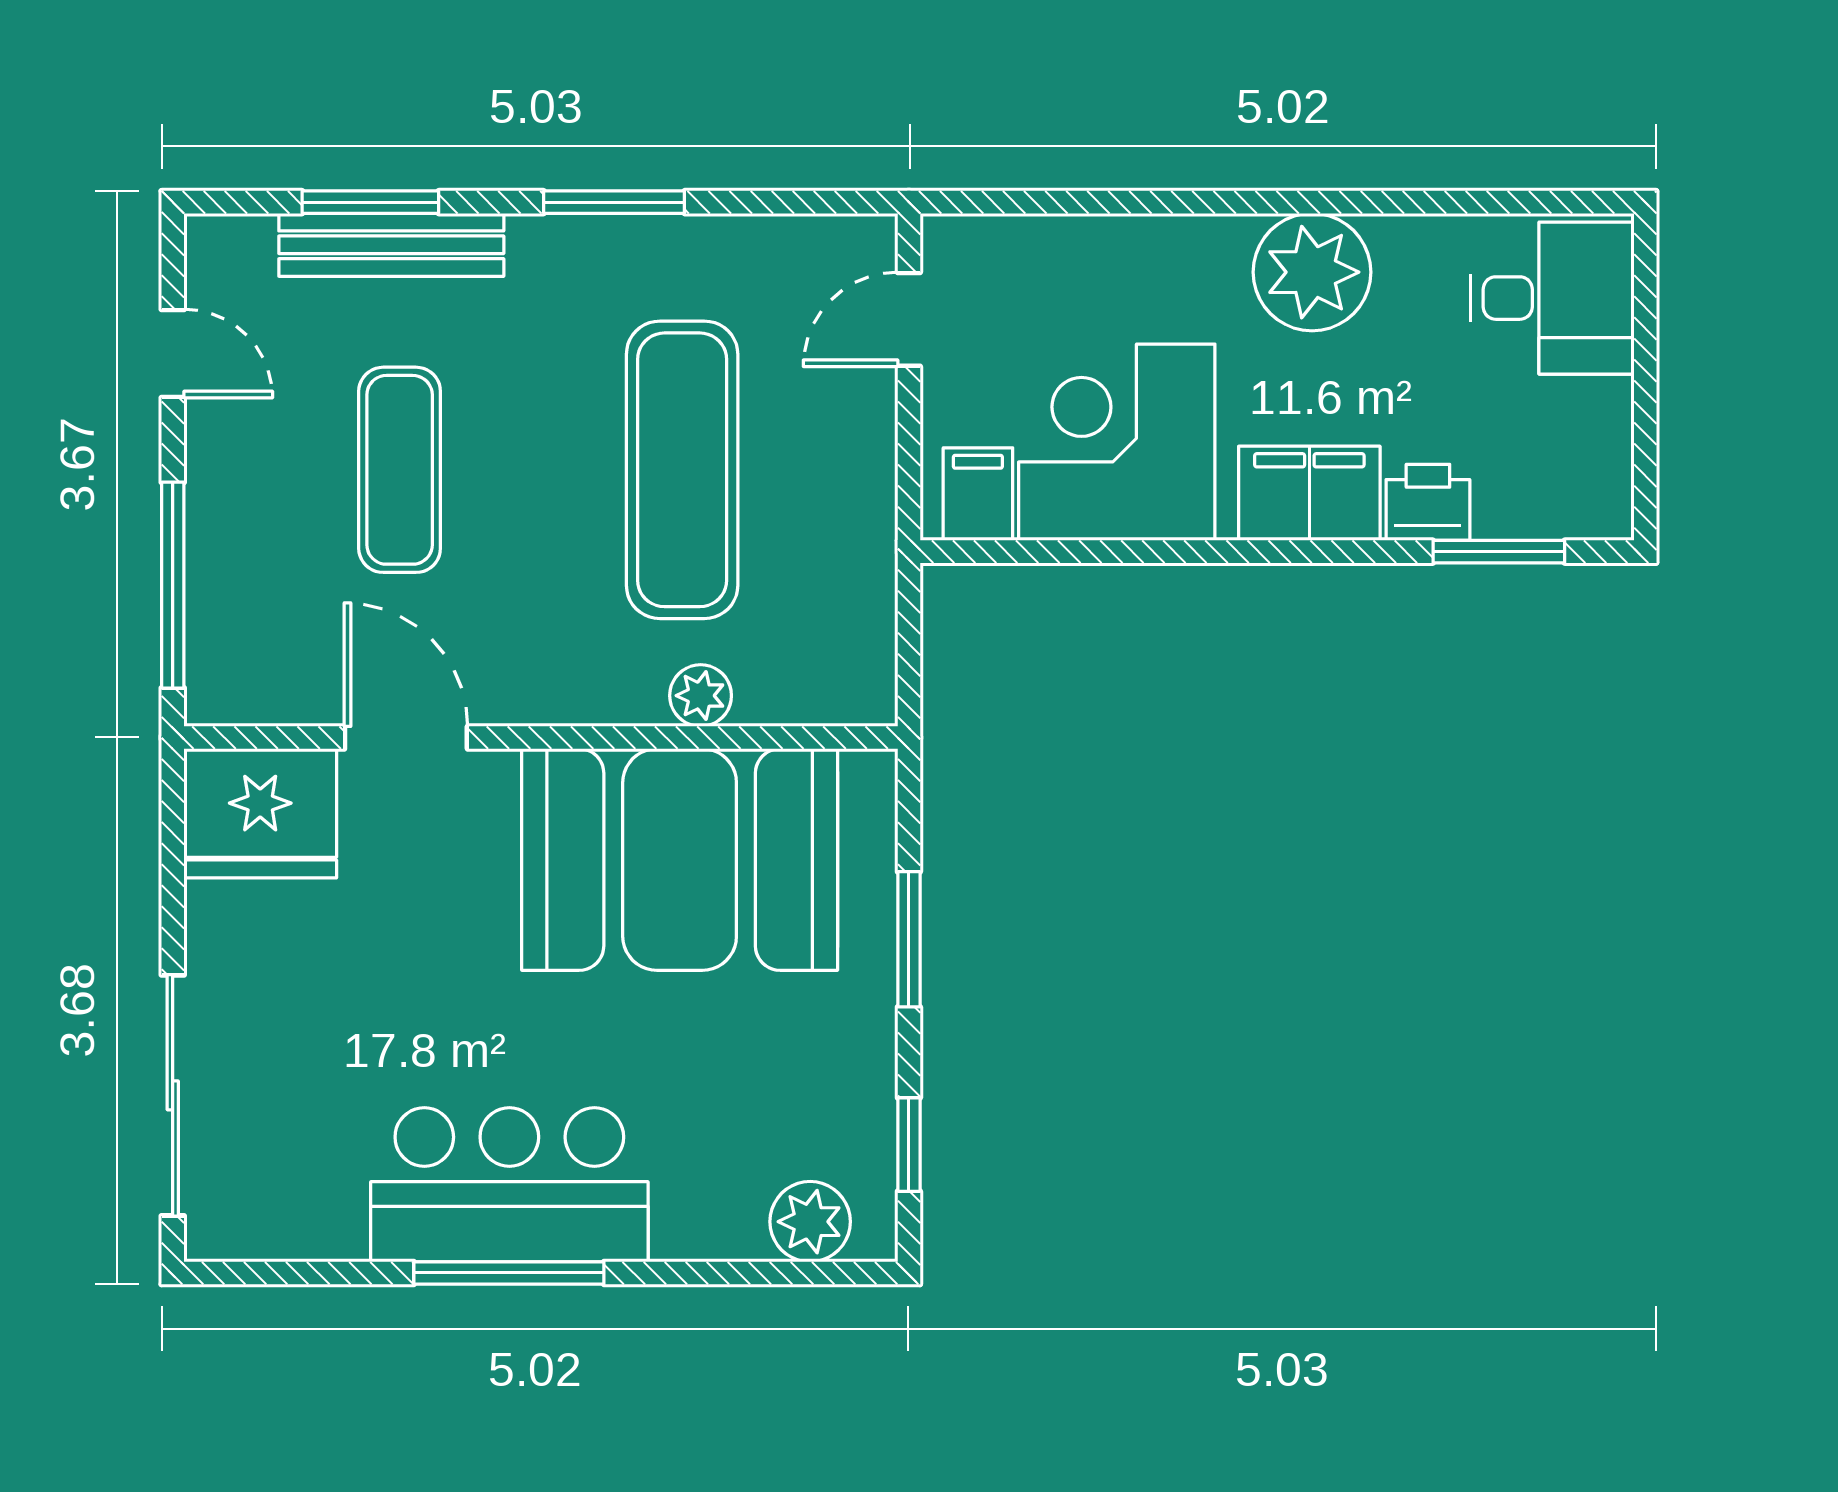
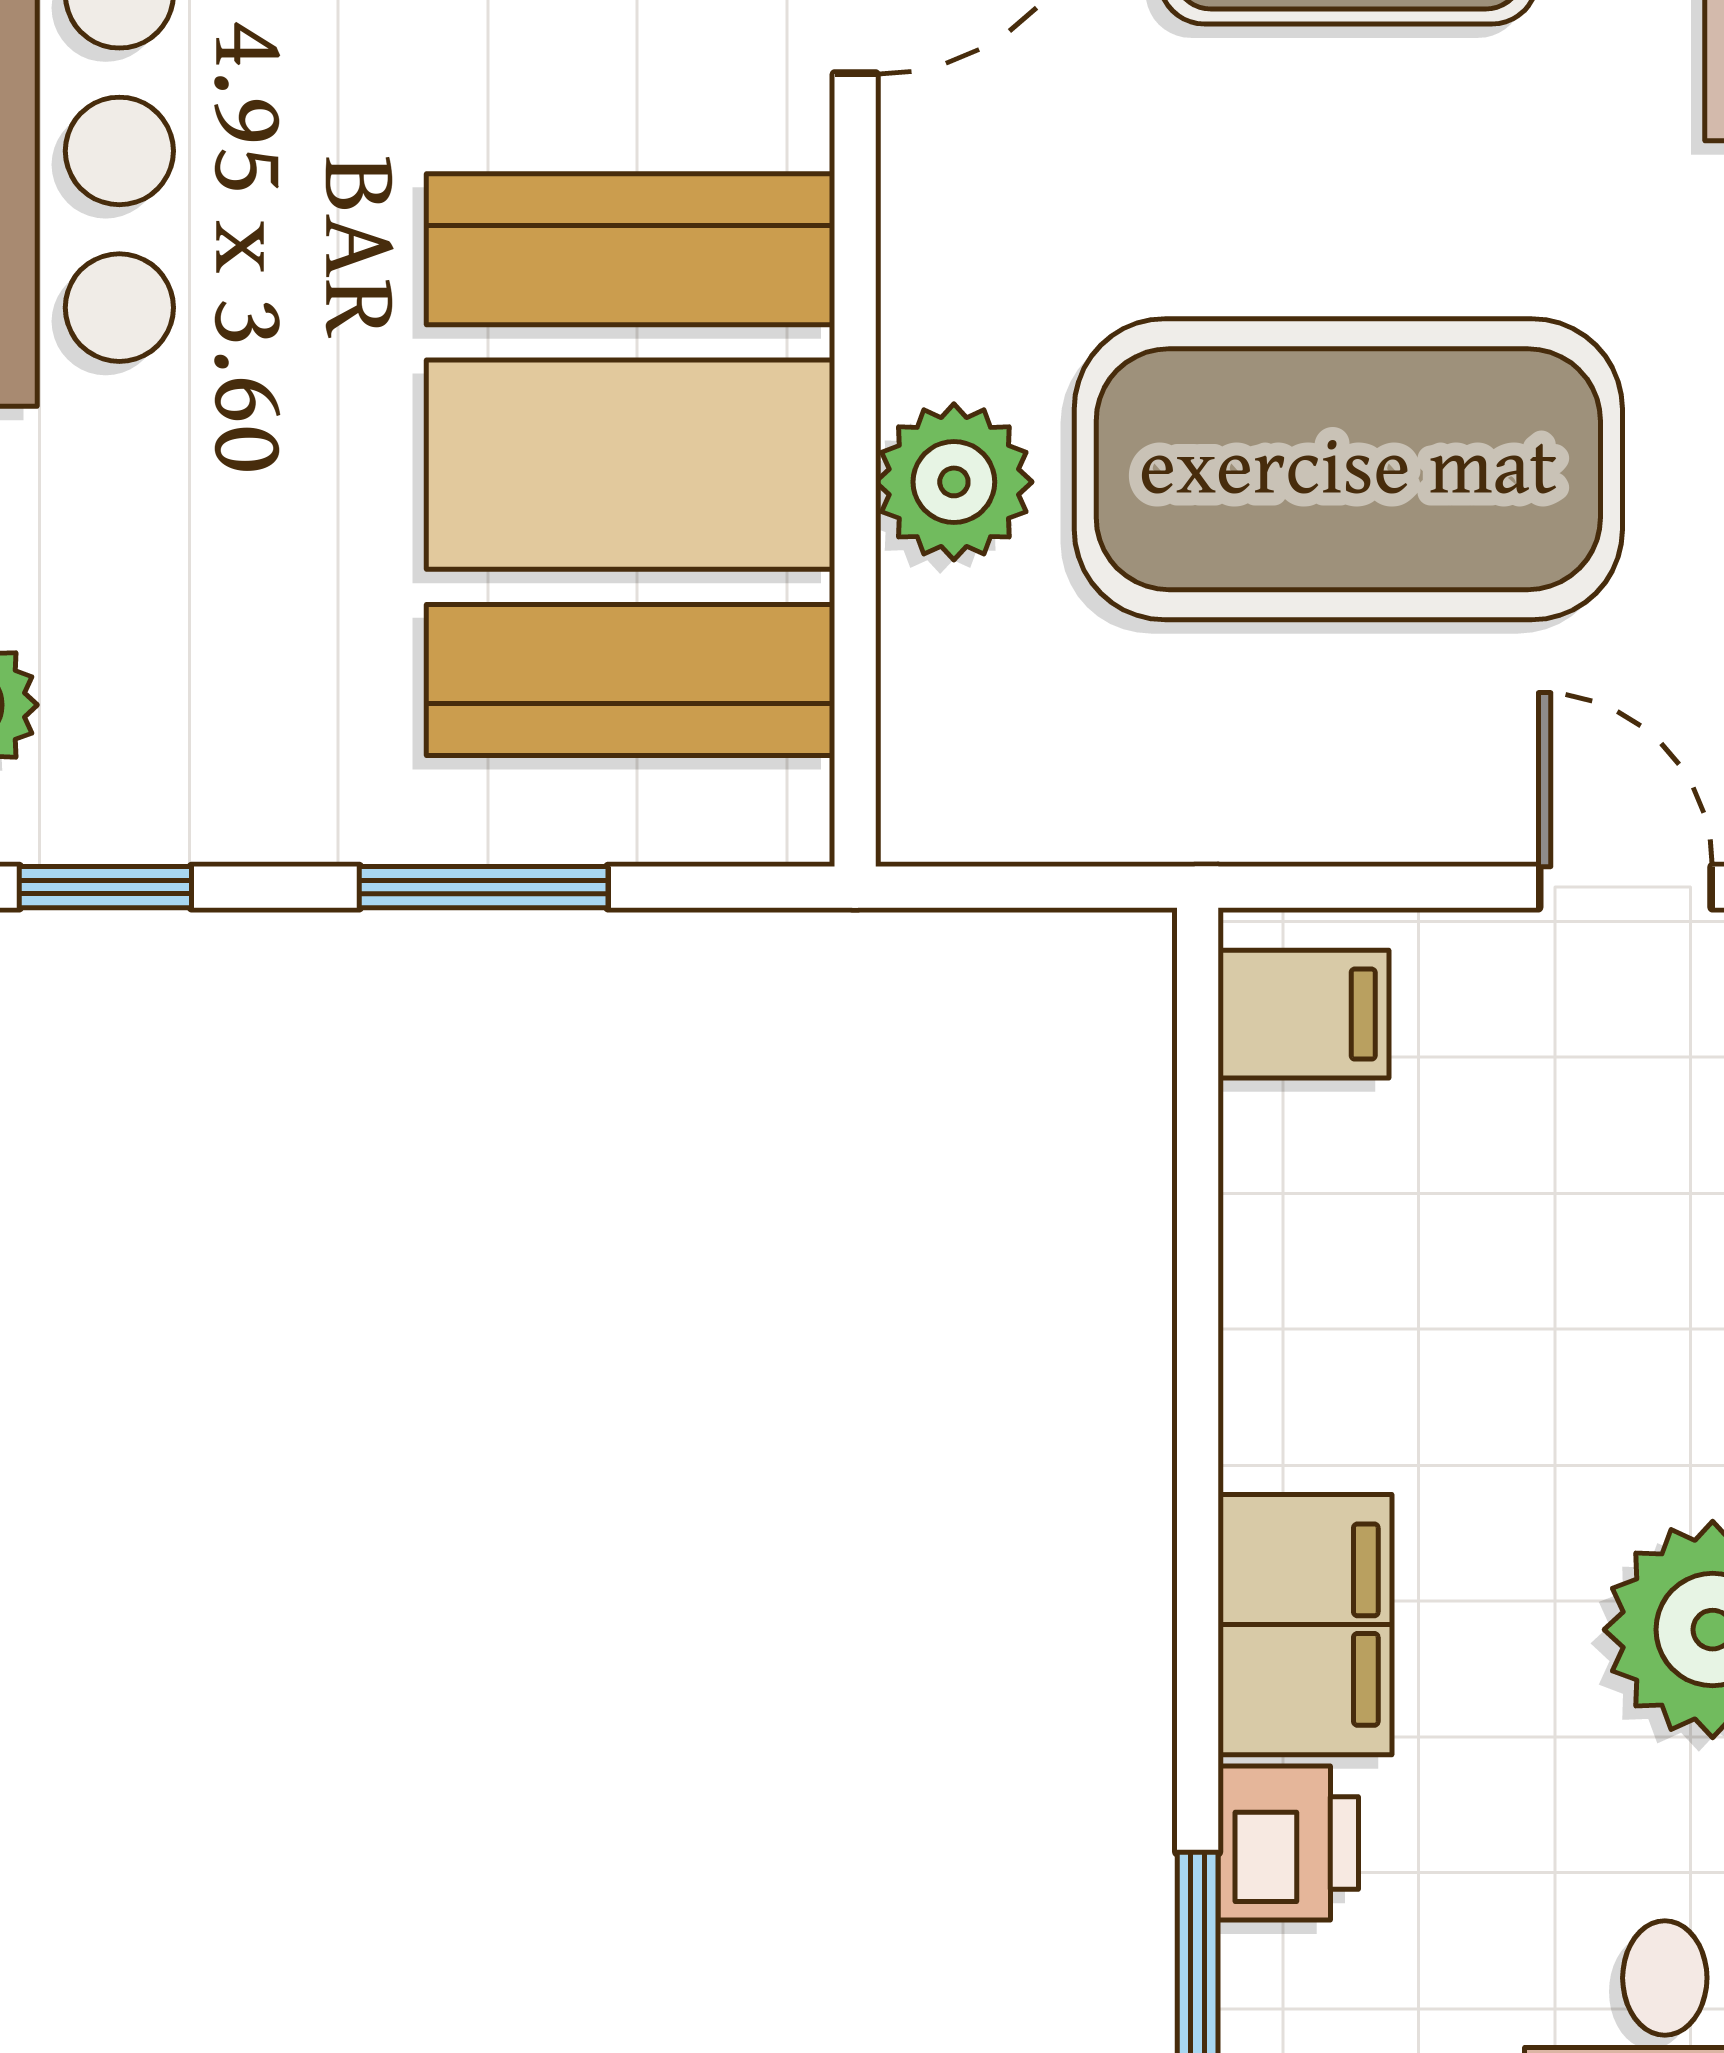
corner desk: (1117, 442) -> (1399, 1270), removed
exercise mat: (682, 470) -> (1348, 469), width x1.47
plant: (701, 696) -> (954, 482), width x1.38, depth x1.38

